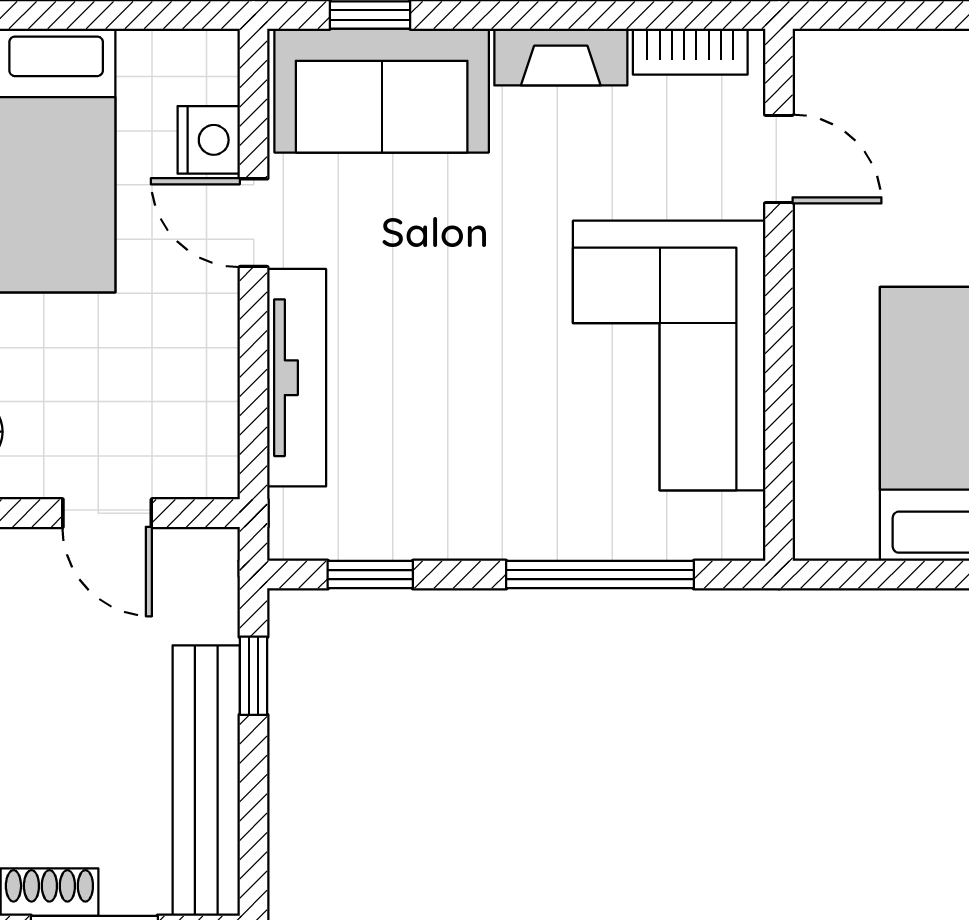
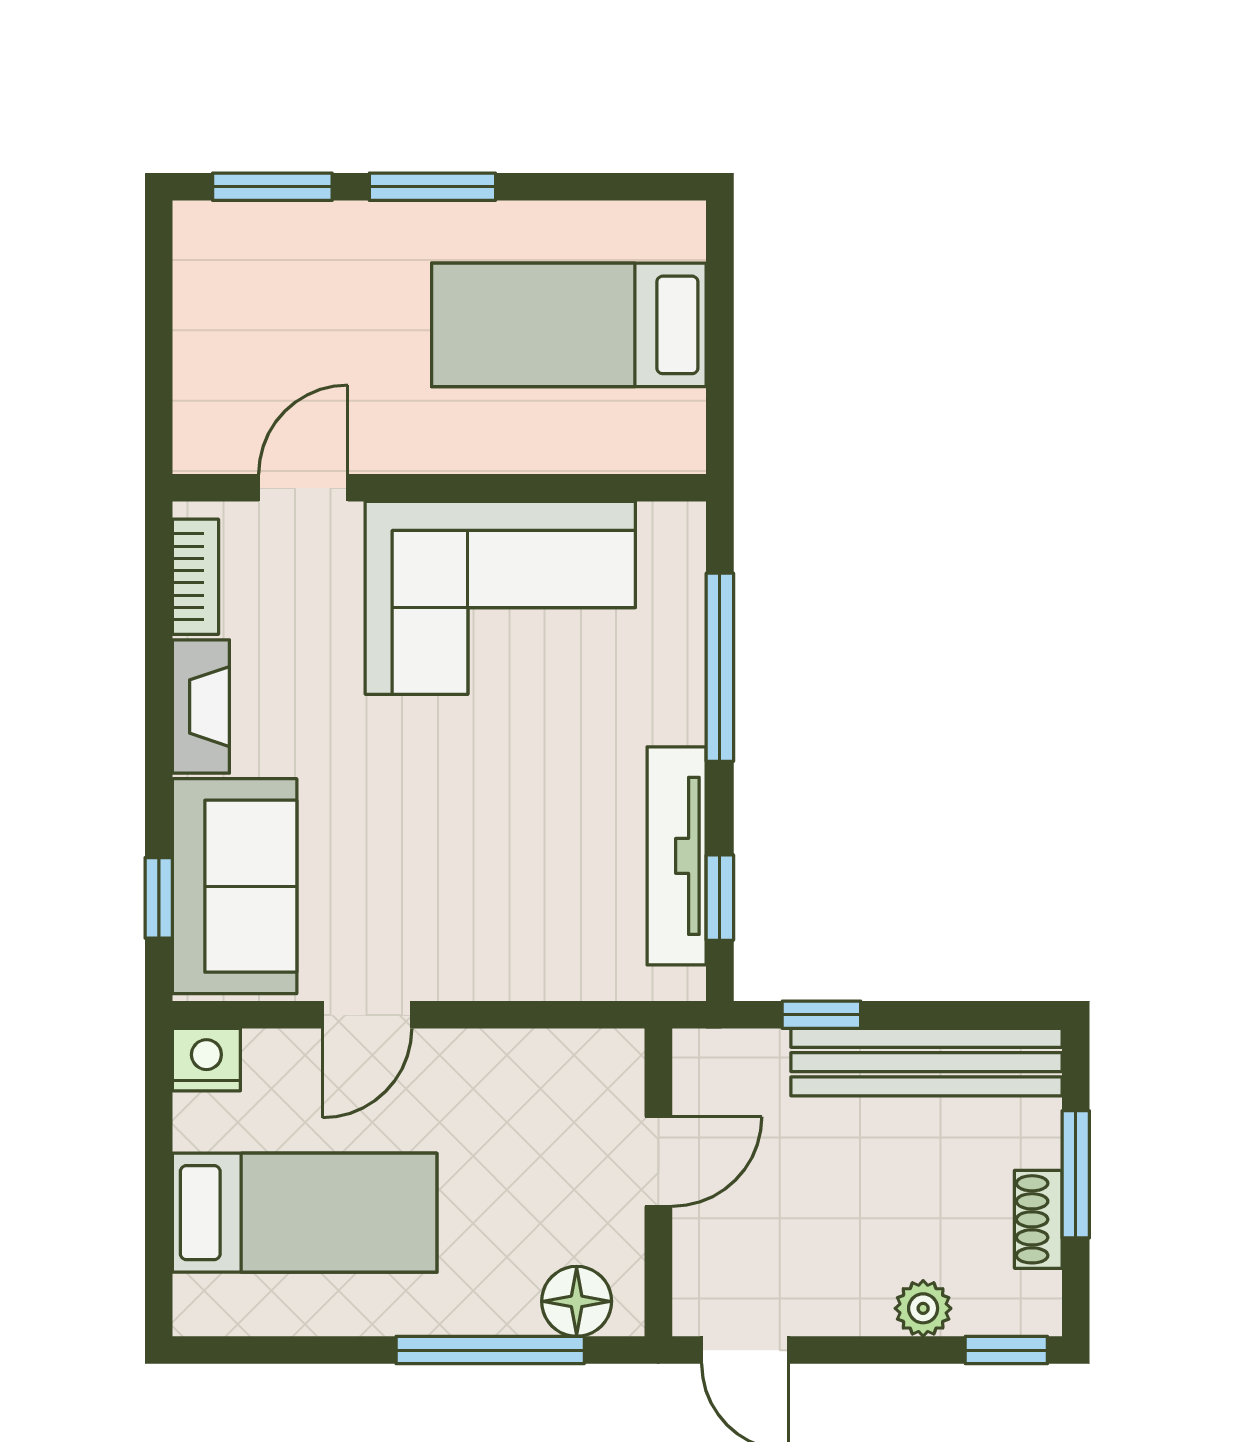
nightstand: (209, 140) -> (206, 1060), moved
tv unit: (297, 378) -> (677, 856), moved, turned -90

